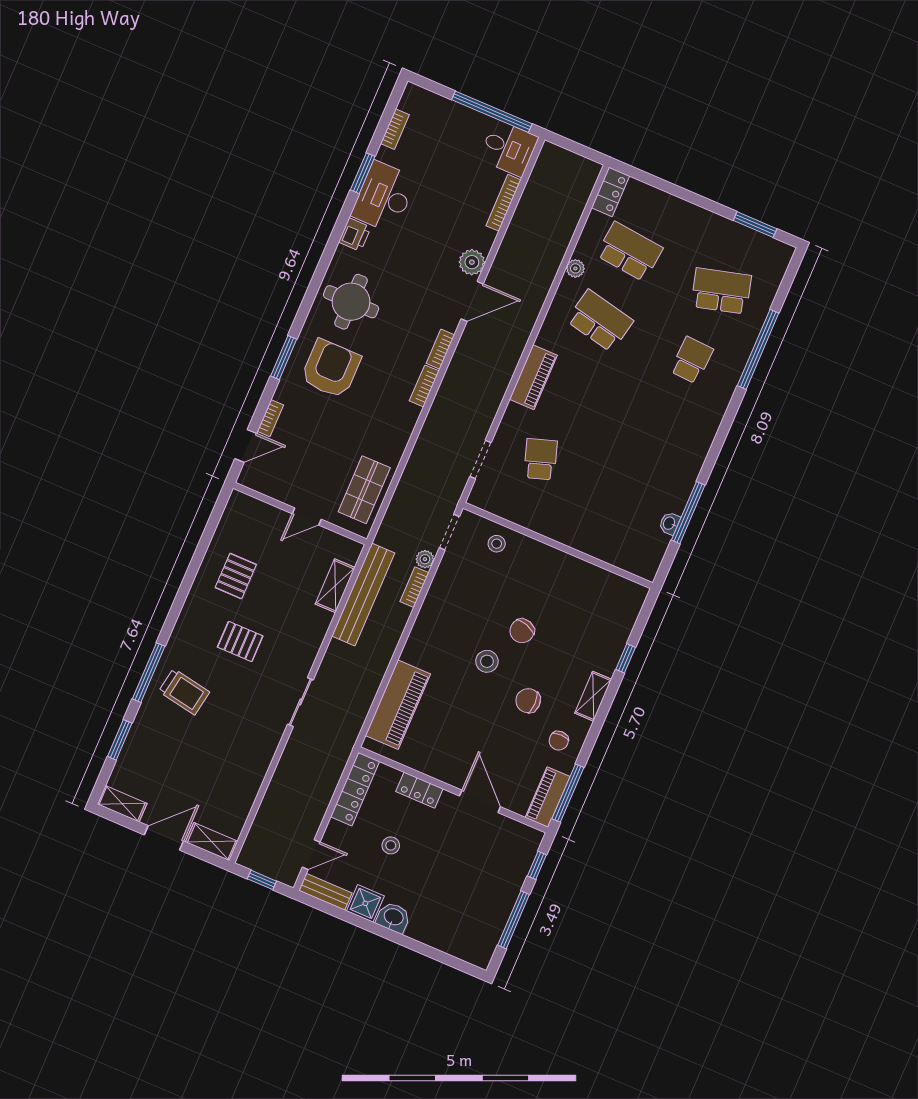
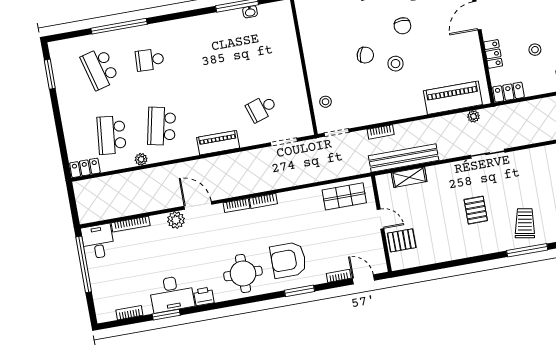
plant: (425, 559) -> (474, 116), moved
pallet: (236, 576) -> (402, 240), moved
locker: (355, 789) -> (508, 92), width x0.66

